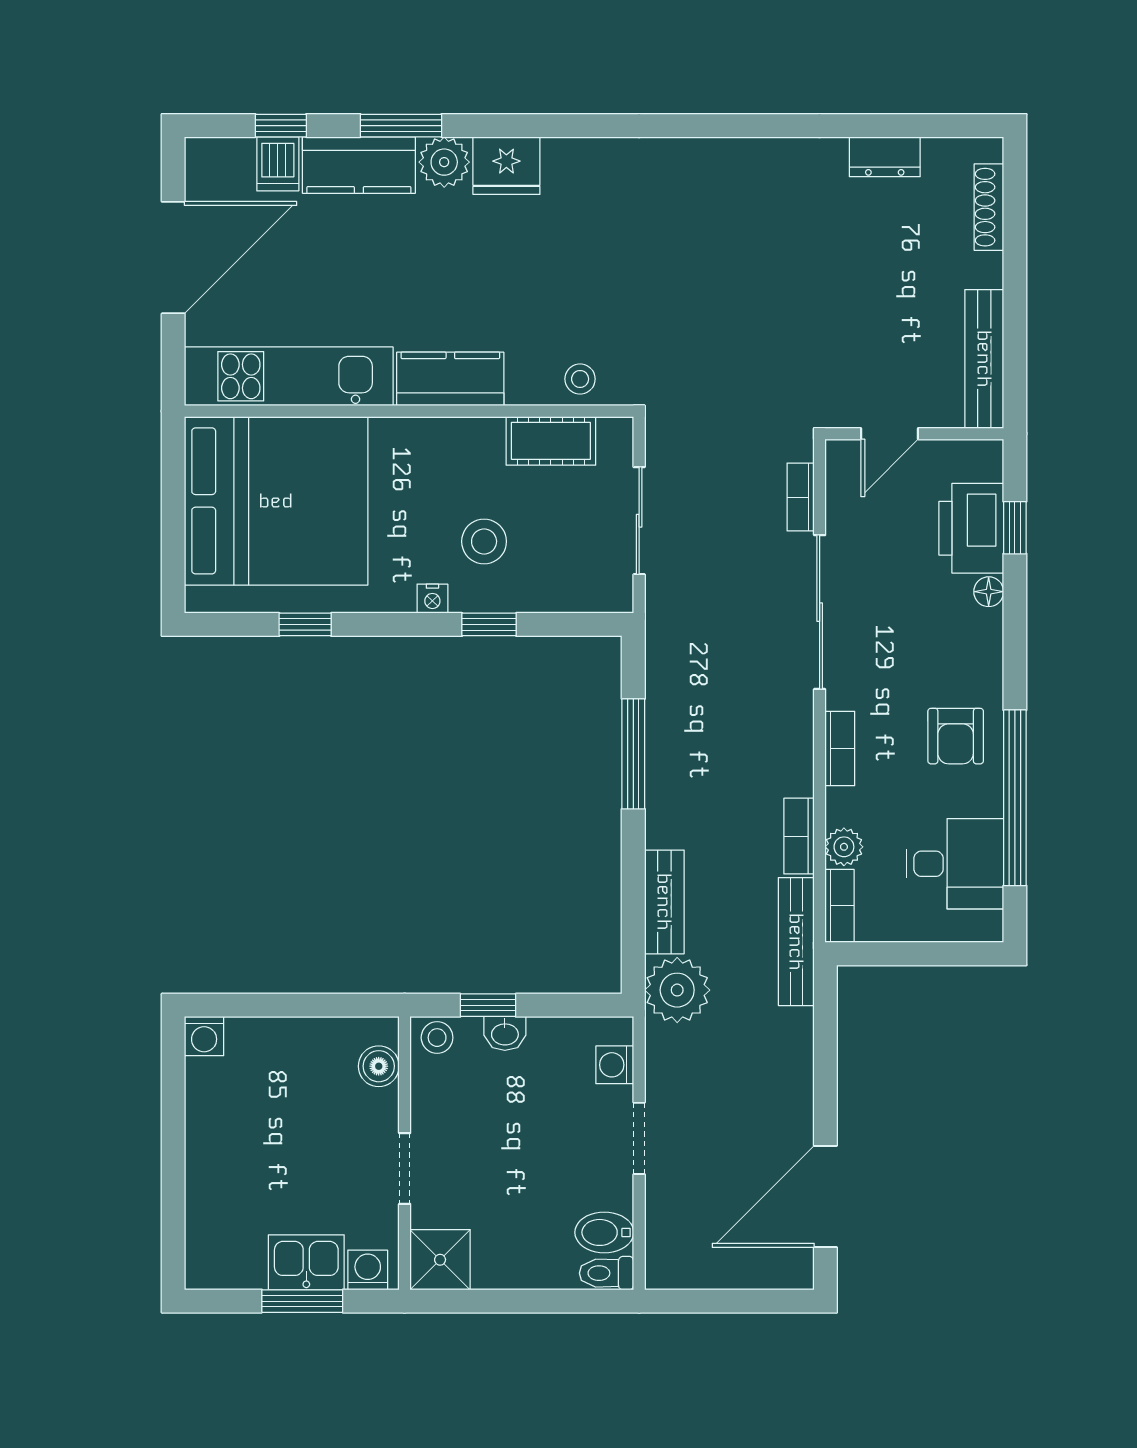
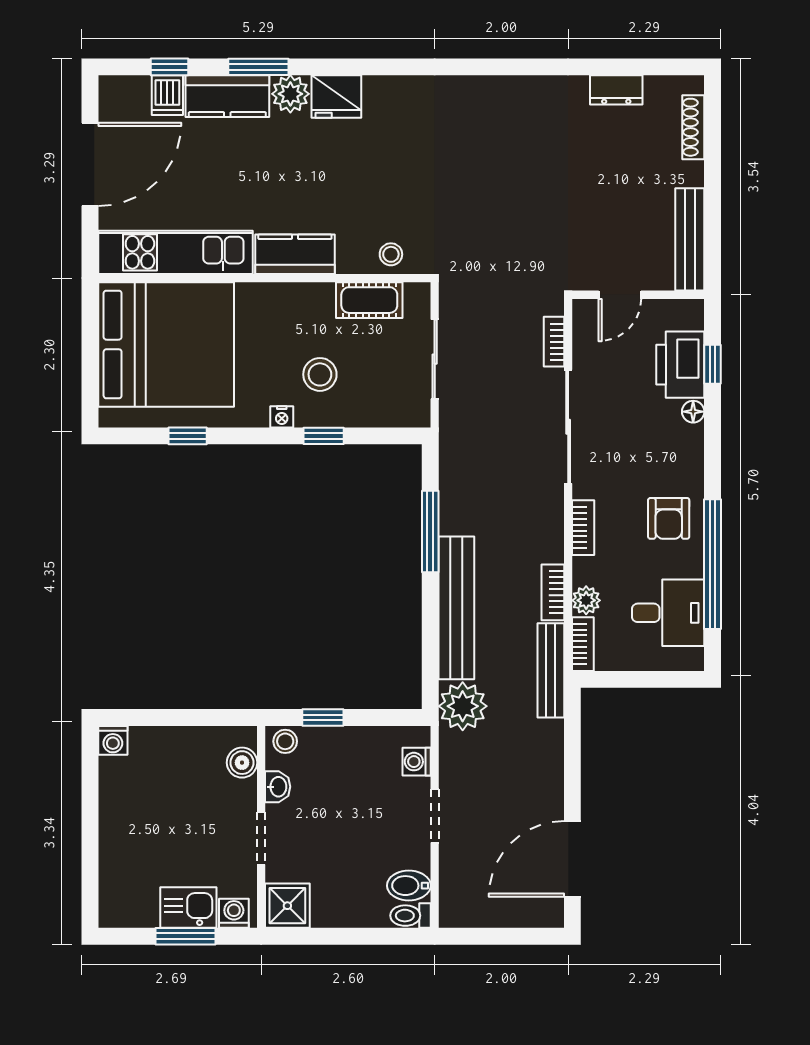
bench: (664, 902) -> (456, 608), width x1.86, depth x1.21
washbasin: (505, 1033) -> (278, 787), moved, turned -90

